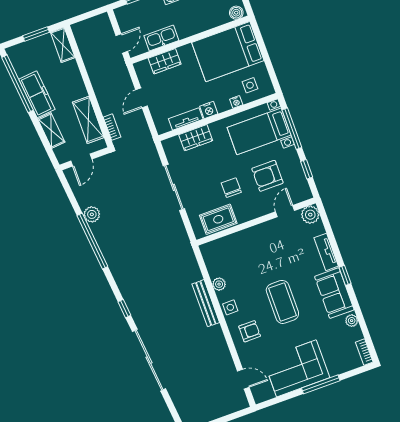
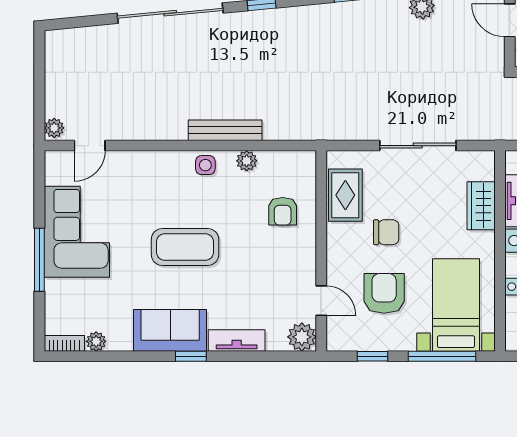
plant: (352, 321) -> (96, 341), moved
armchair: (250, 331) -> (283, 211), moved
plant: (241, 404) -> (54, 128), added

